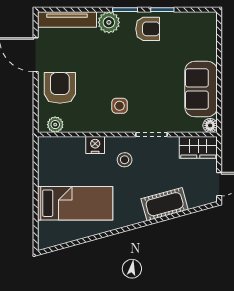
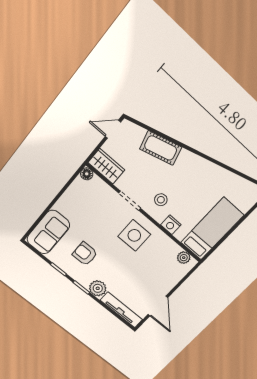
armchair: (148, 29) -> (85, 254), moved
armchair: (60, 88) -> (161, 276), removed
sofa: (201, 89) -> (48, 232), moved
side table: (120, 106) -> (134, 235), width x1.87, depth x1.87
bed: (75, 203) -> (212, 229), moved, turned 90

